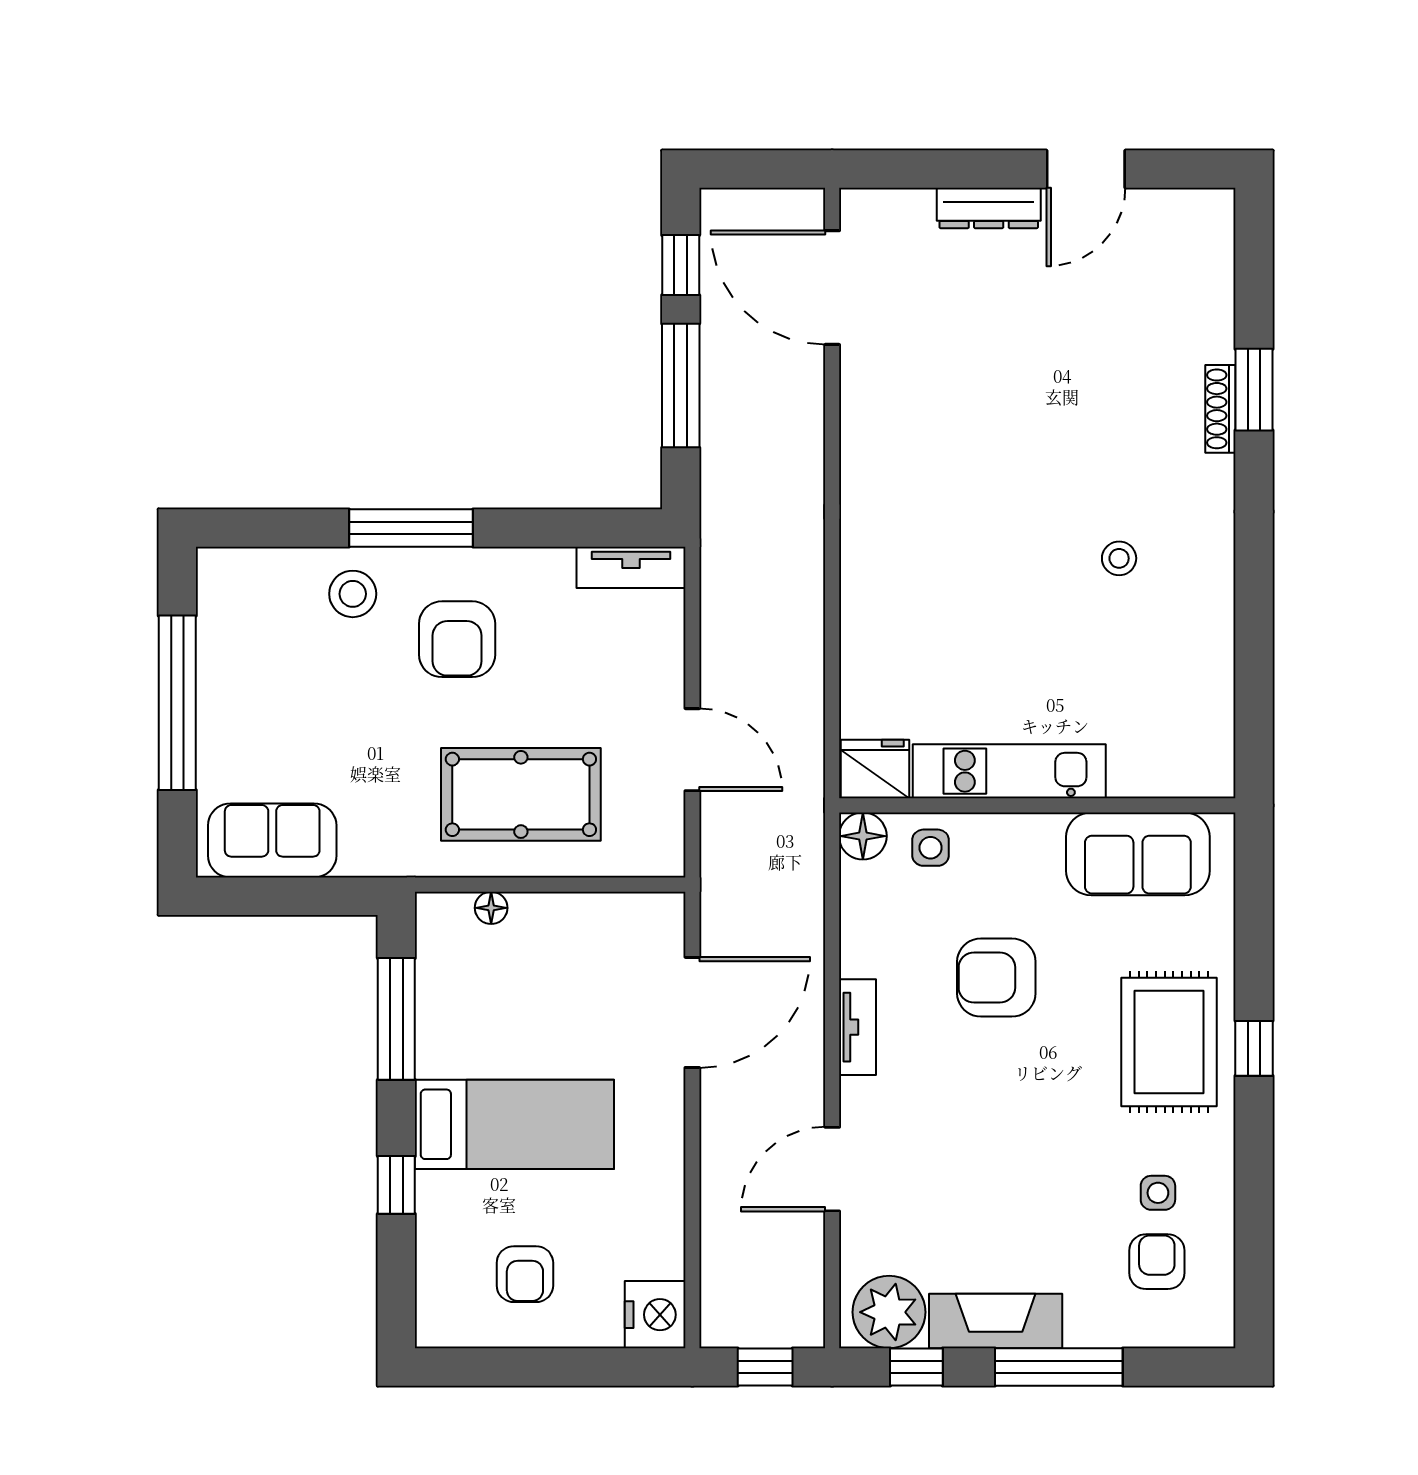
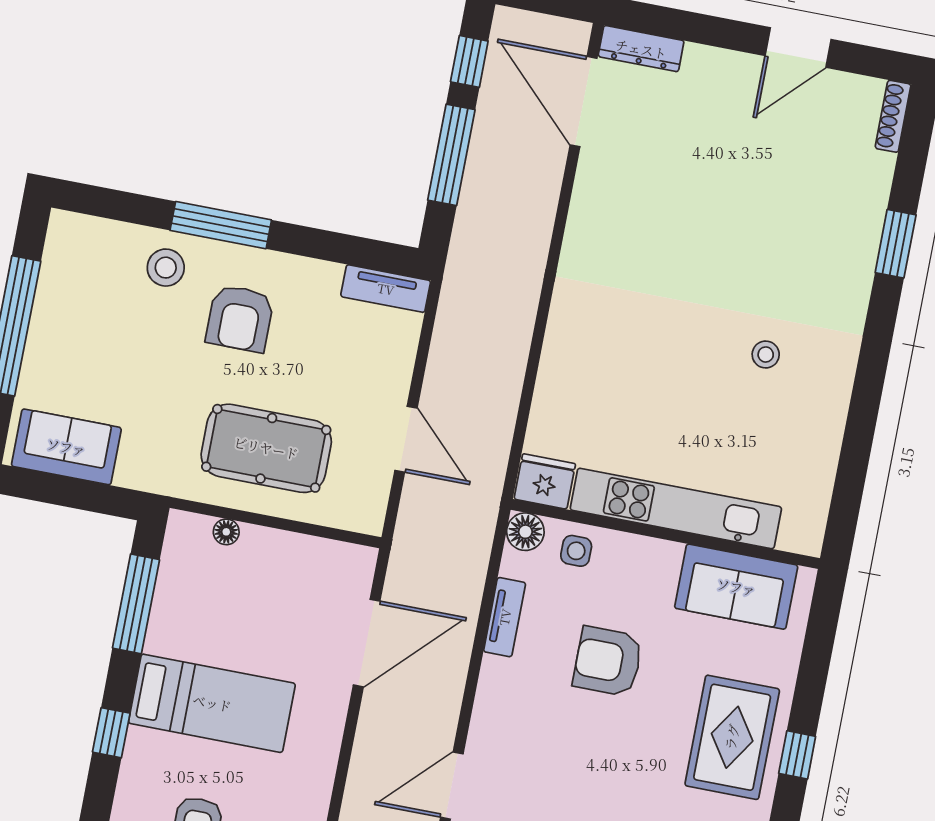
dresser: (989, 208) -> (641, 49), moved
shoe rack: (1220, 409) -> (893, 116), moved
kitchen unit: (1009, 771) -> (676, 508), width x1.36
tv unit: (857, 1027) -> (505, 617), moved

